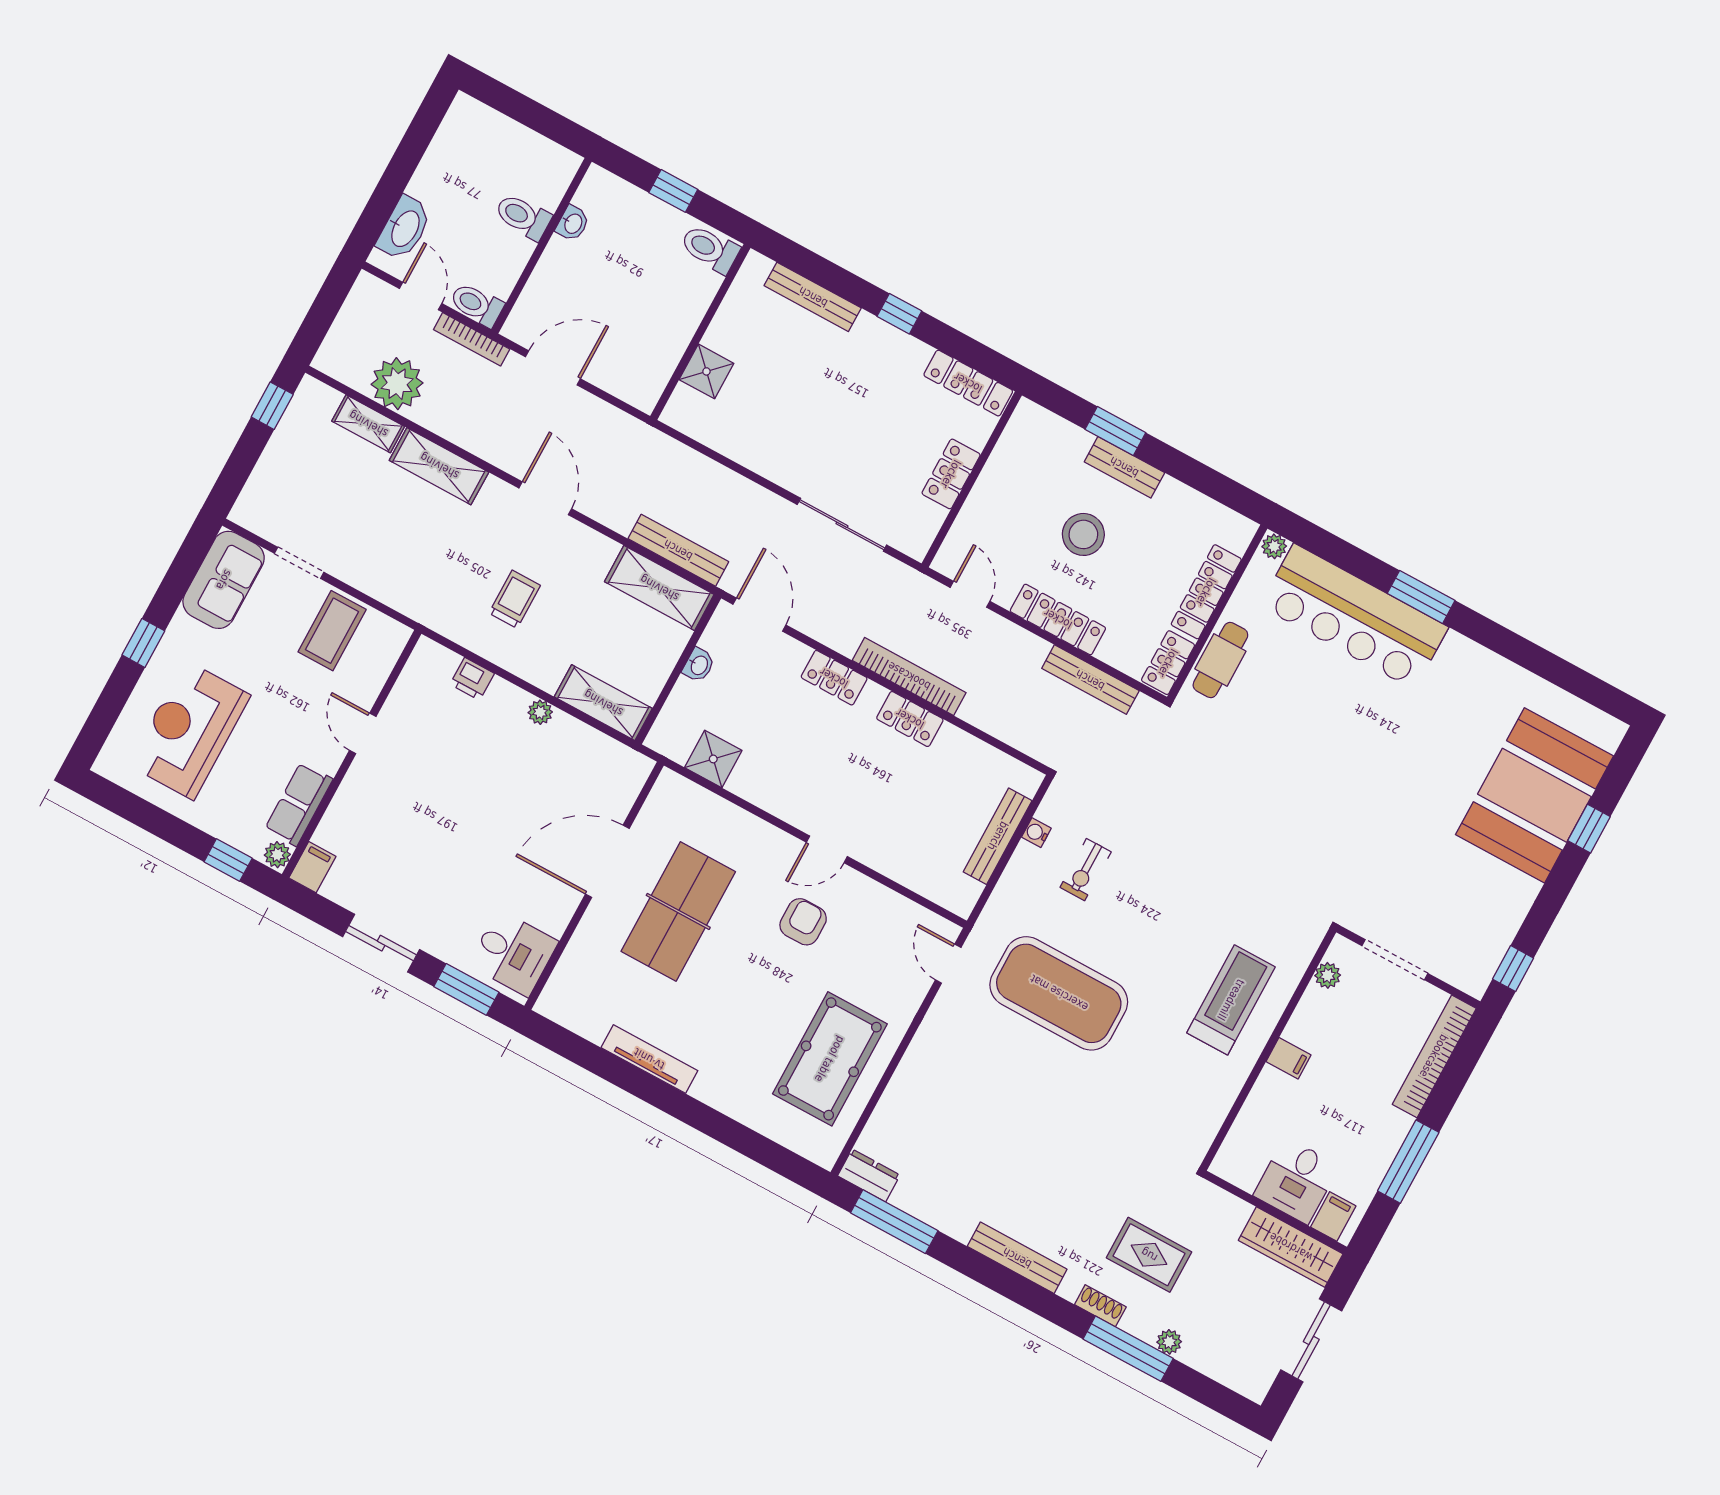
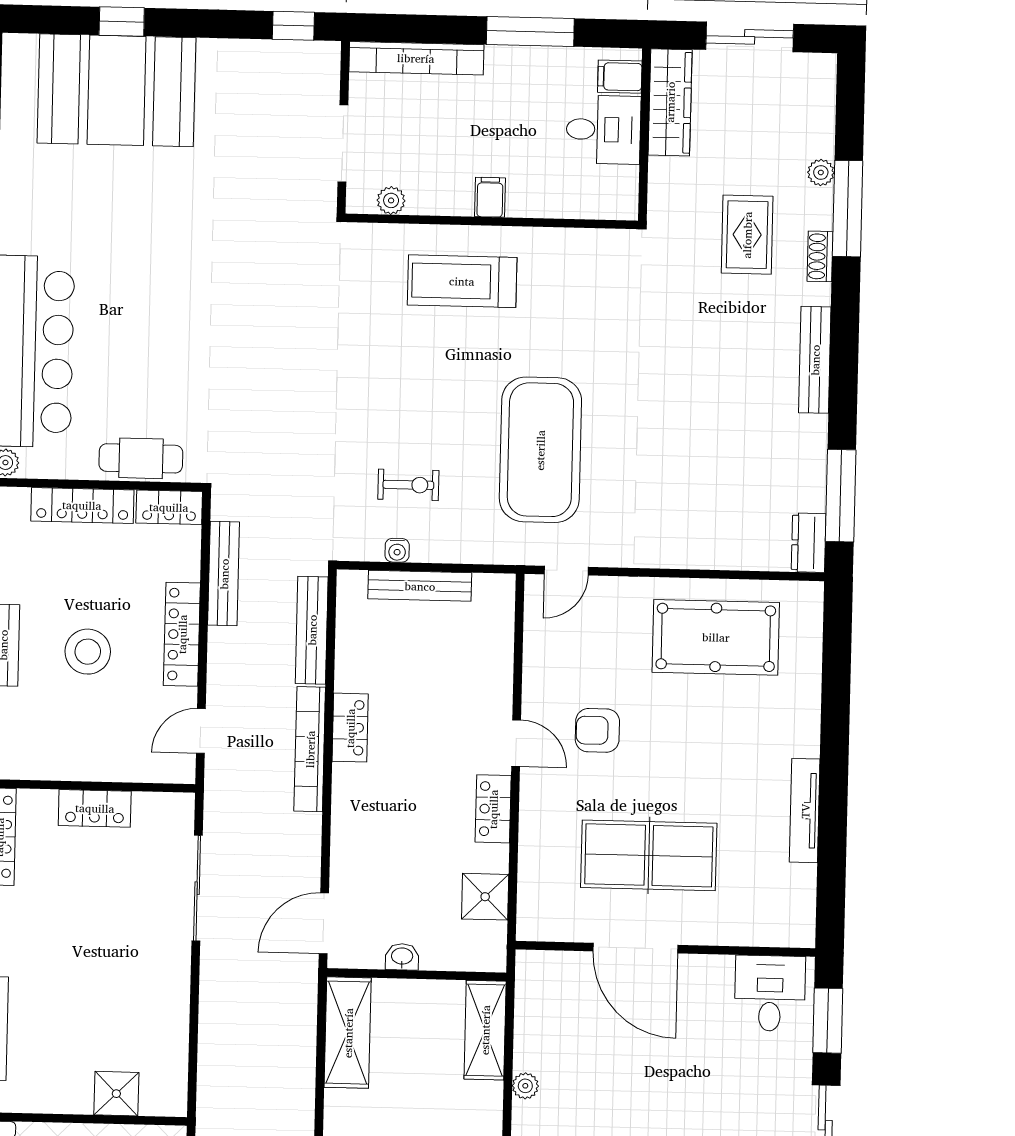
bench: (678, 550) -> (312, 630), moved
locker: (834, 678) -> (493, 809), moved, turned 180

